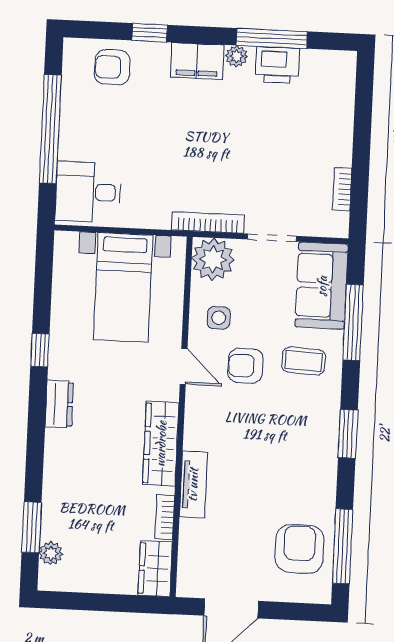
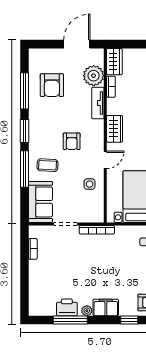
plant: (213, 259) -> (94, 76), moved
window: (353, 322) -> (24, 169), moved
door: (184, 366) -> (105, 160), swing flipped
armchair: (246, 366) -> (72, 141), moved, turned 90
wardrobe: (161, 444) -> (115, 129), width x0.67
window: (343, 546) -> (24, 91), moved
armchair: (299, 549) -> (52, 85), moved

